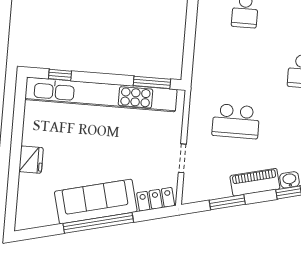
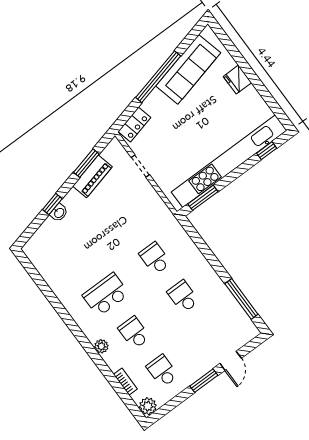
school desk: (236, 121) -> (155, 258), moved, width x0.54
piano: (255, 182) -> (92, 176), moved
sofa: (96, 202) -> (188, 69), moved

